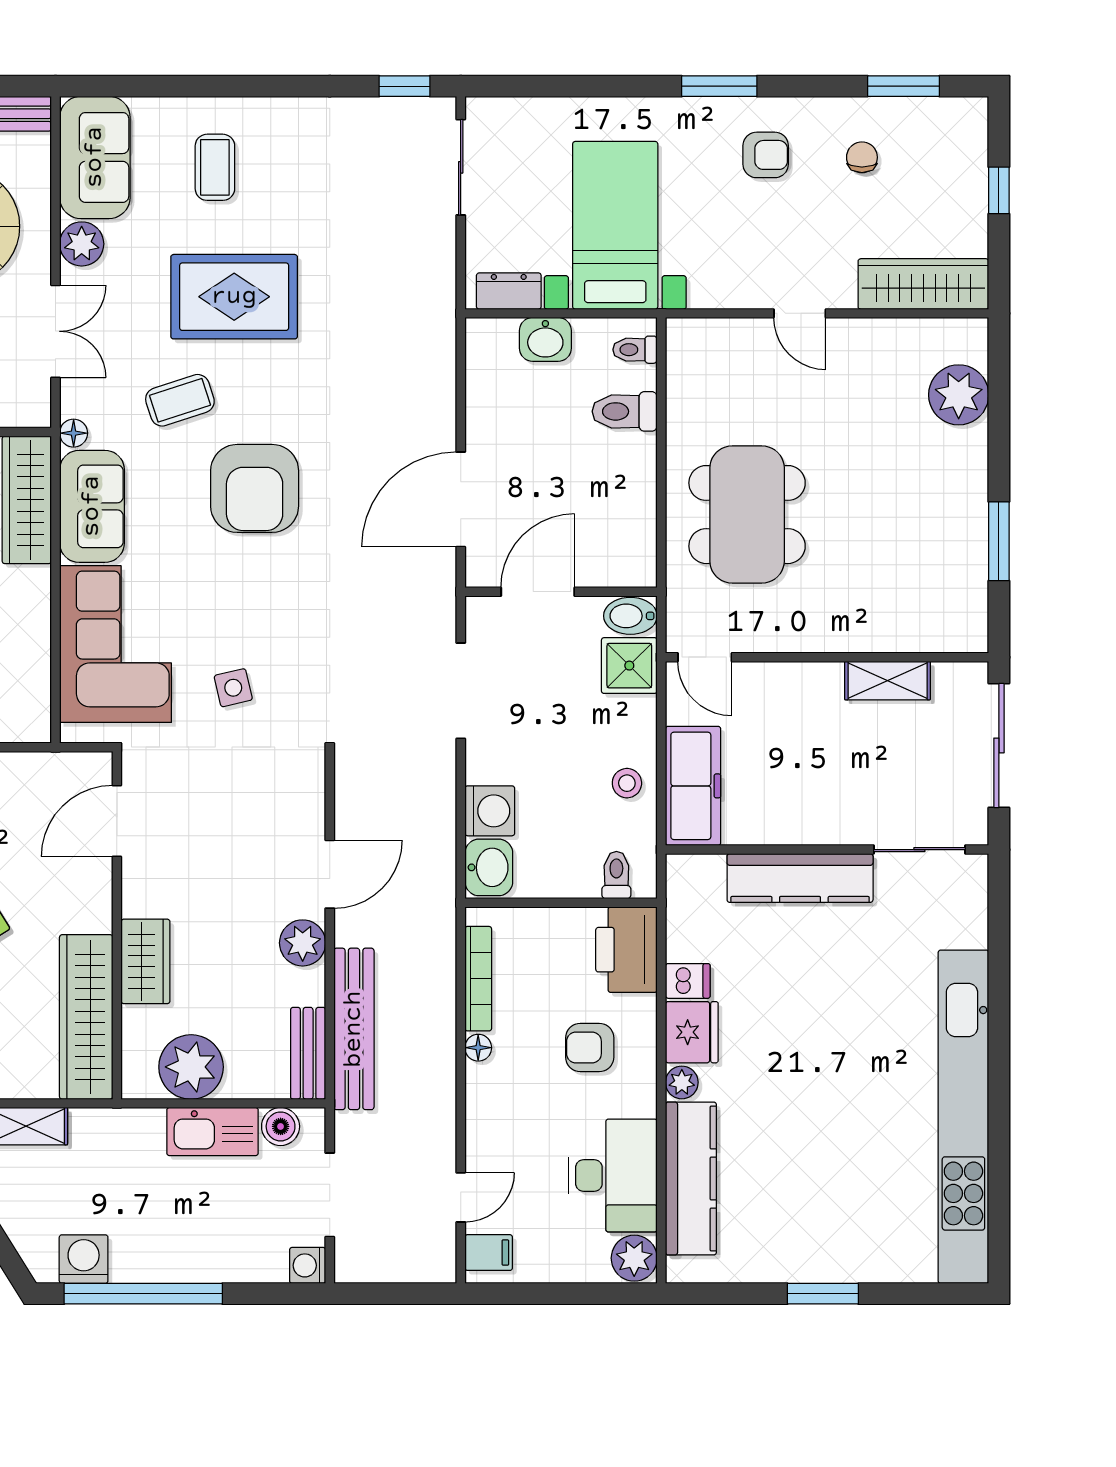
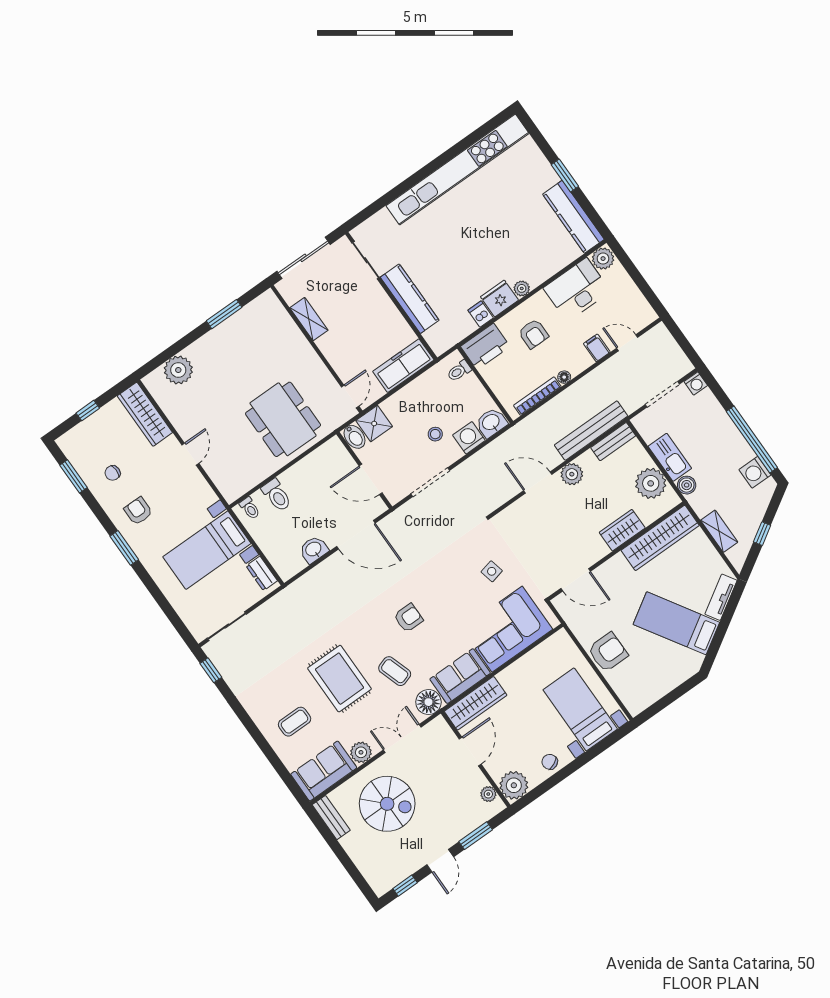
washbasin: (545, 339) -> (314, 549), moved, turned -90
floor lamp: (74, 433) -> (428, 702), width x1.89, depth x1.89
armchair: (255, 488) -> (408, 618), width x0.53, depth x0.53
dining table: (747, 515) -> (283, 419), turned 90
stool: (627, 783) -> (435, 434), moved
boiler: (281, 1126) -> (687, 485), moved
kitchen counter: (691, 1179) -> (573, 217), moved, turned -90
filing cabinet: (489, 1253) -> (597, 348), moved

